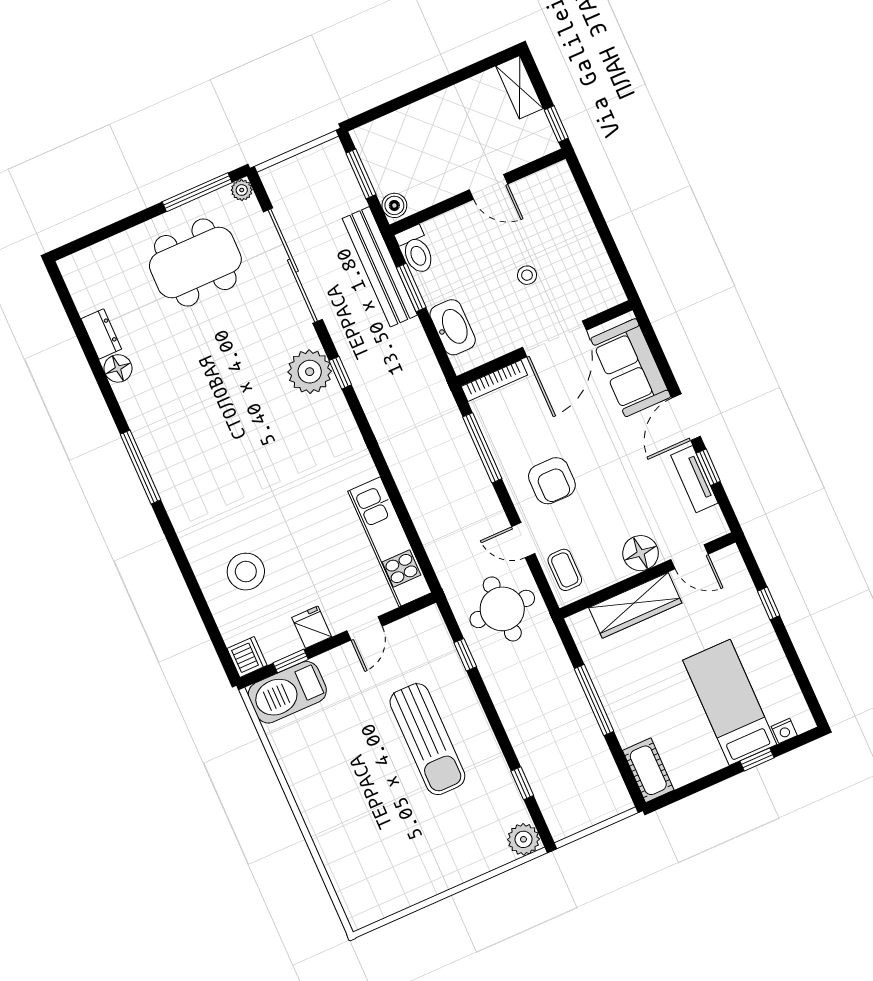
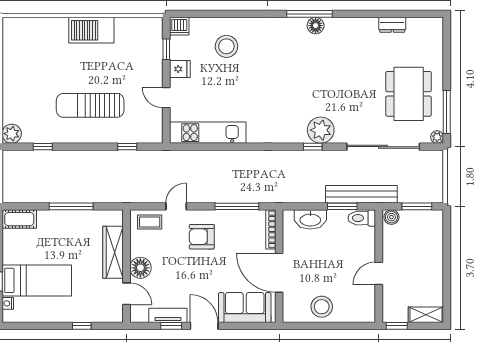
stool: (527, 275) -> (322, 307), moved, width x1.89, depth x1.89
floor lamp: (118, 368) -> (316, 26), moved
door: (690, 557) -> (126, 294), swing flipped
round table: (502, 609) -> (143, 178), removed
barbecue: (287, 692) -> (91, 30), moved, turned -90

